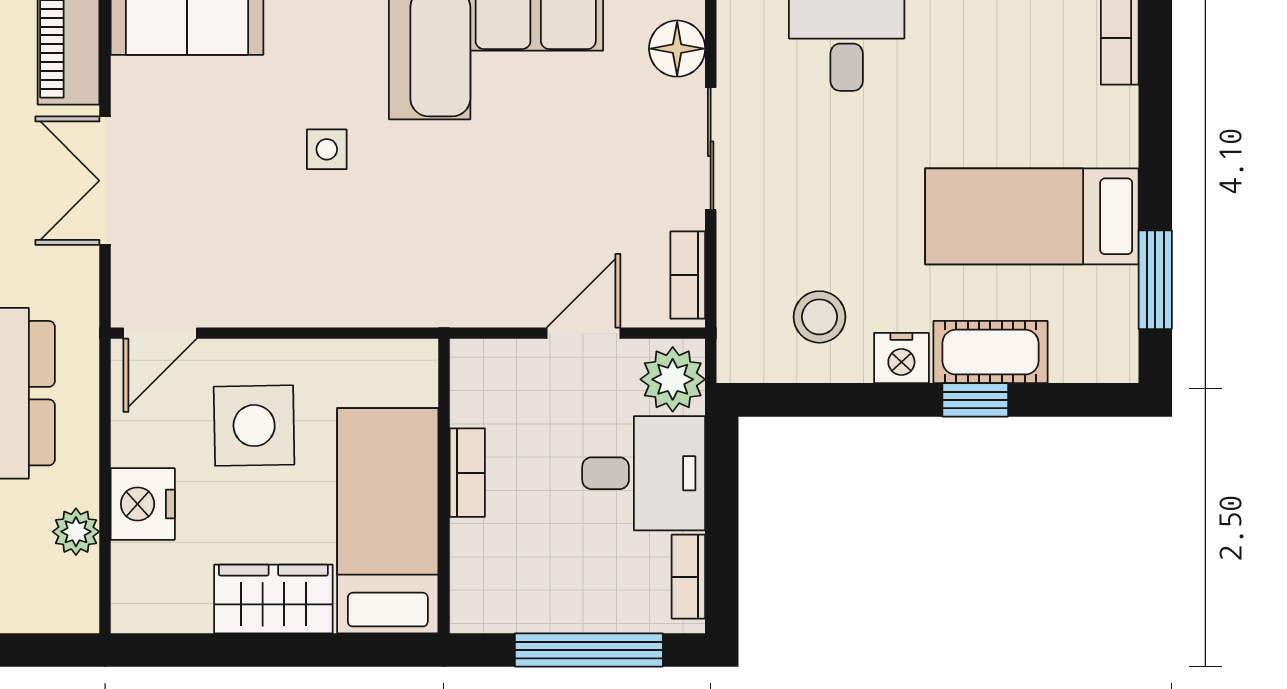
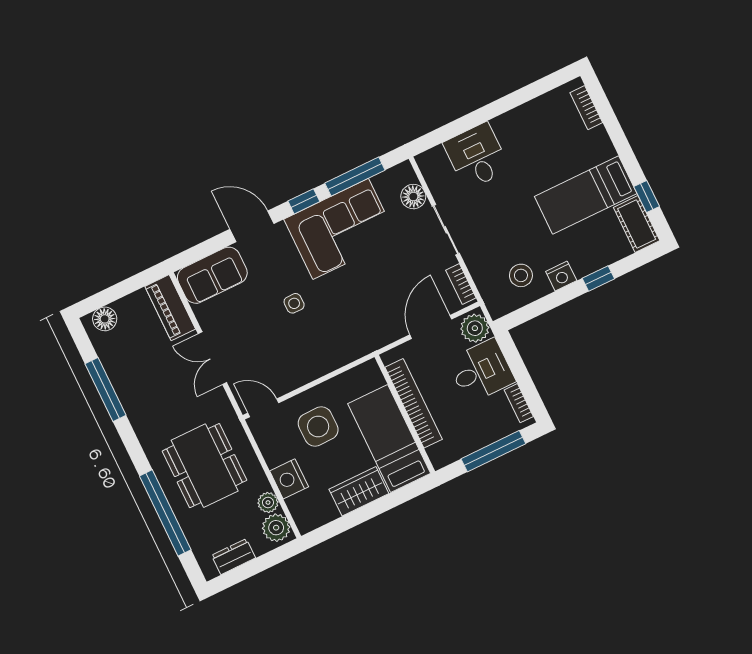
window: (1155, 280) -> (647, 197), width x0.67
door: (160, 333) -> (263, 408), swing flipped
door: (584, 333) -> (431, 327), width x1.38
cot: (990, 352) -> (637, 224), moved, turned 90
bookcase: (467, 473) -> (414, 403), width x2.31, depth x1.31
plant: (68, 591) -> (276, 528), added

